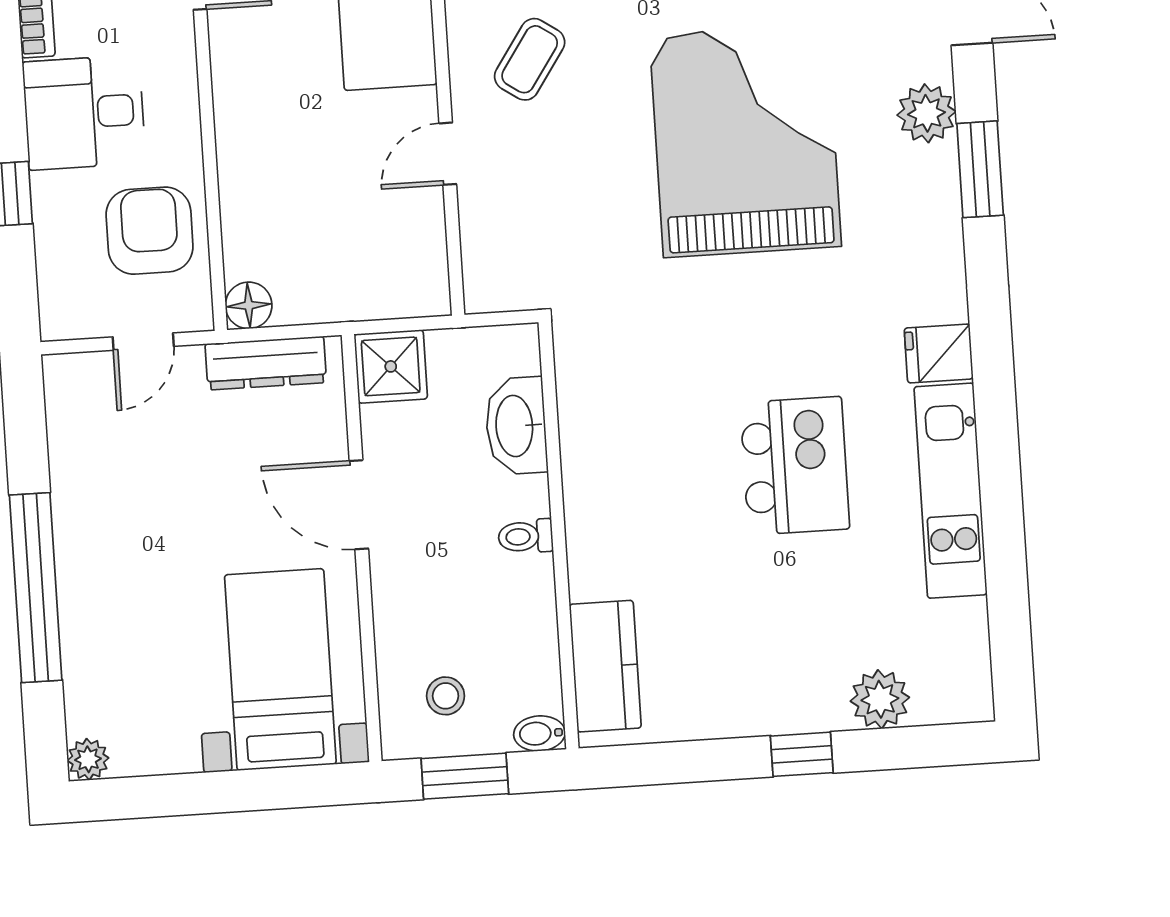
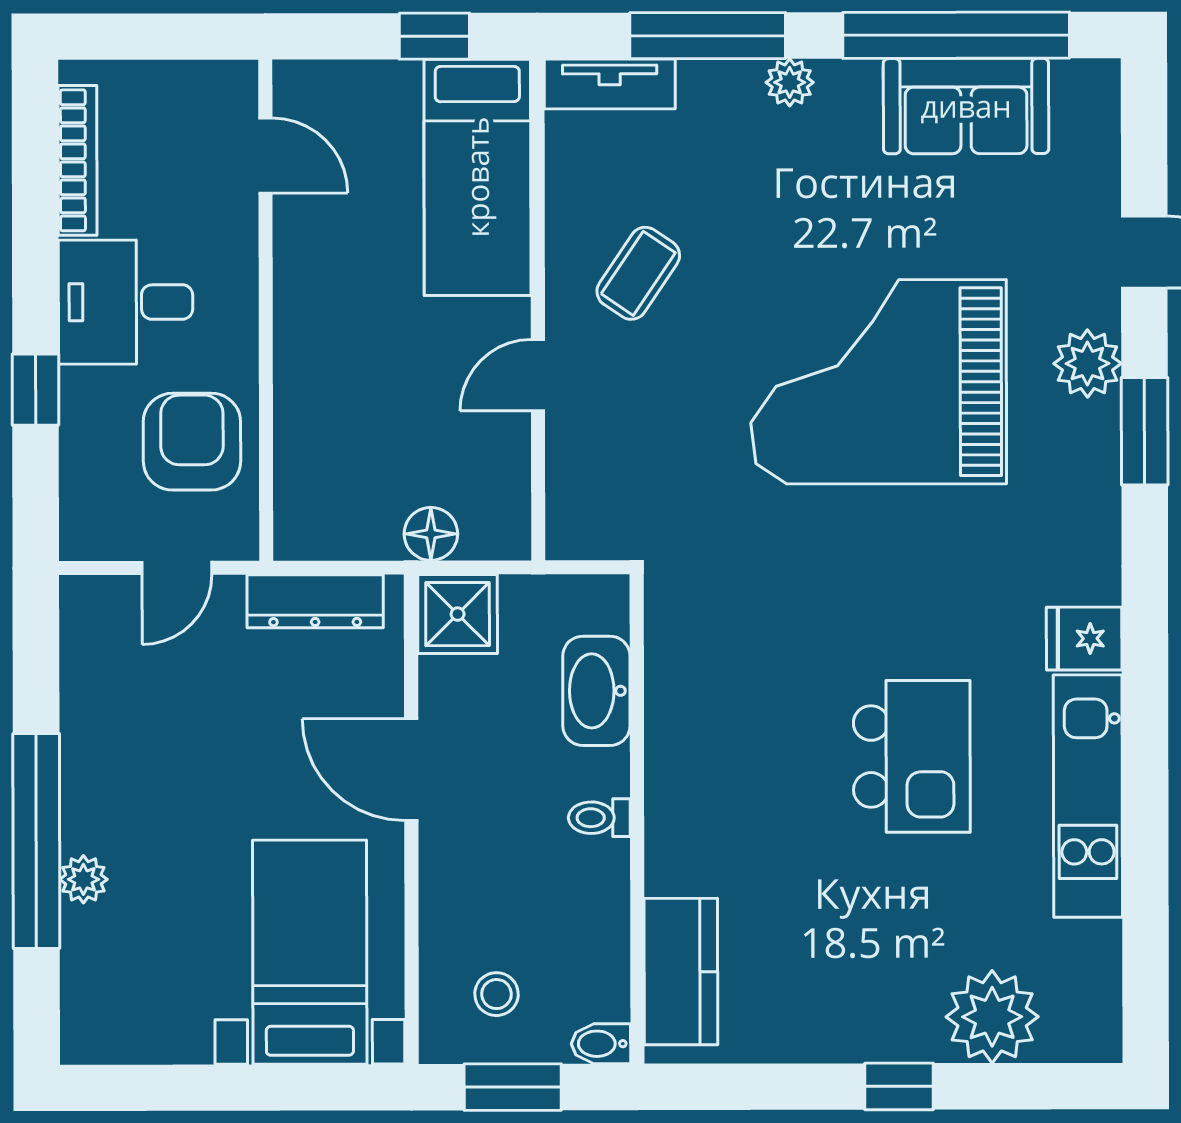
grand piano: (745, 141) -> (879, 382), turned -90
floor lamp: (249, 305) -> (431, 534), moved
plant: (880, 699) -> (992, 1017), width x1.36, depth x1.36
plant: (88, 759) -> (83, 879), moved

